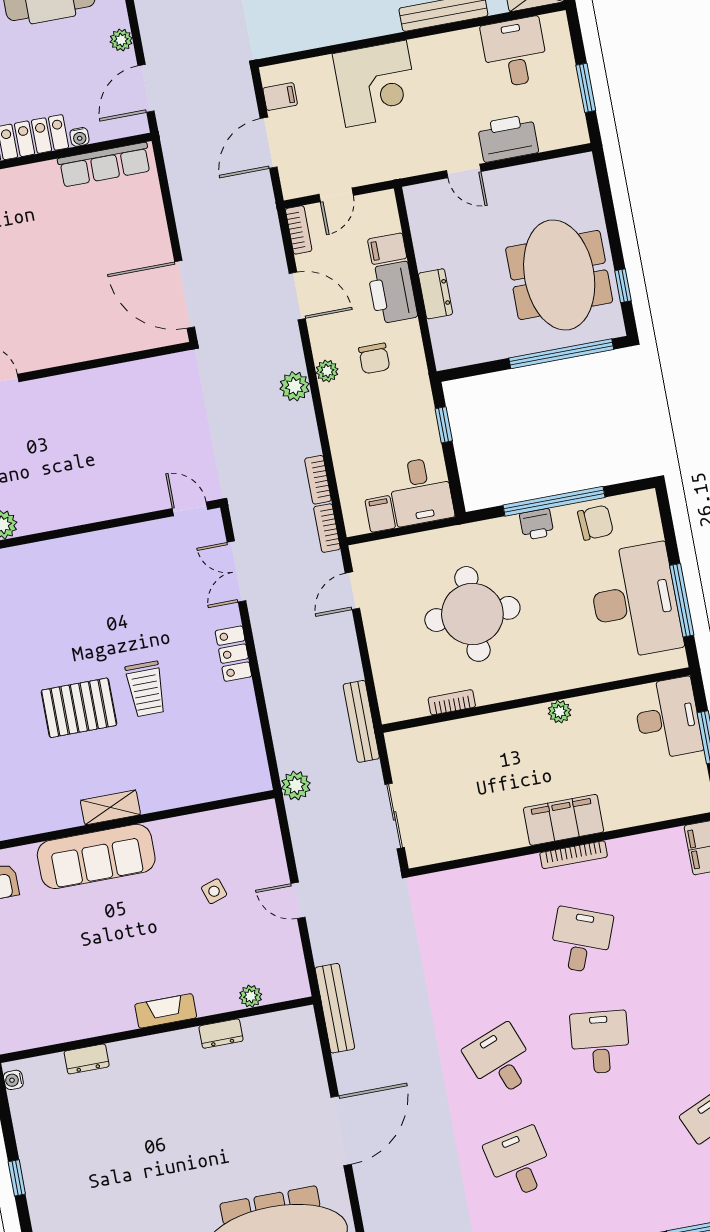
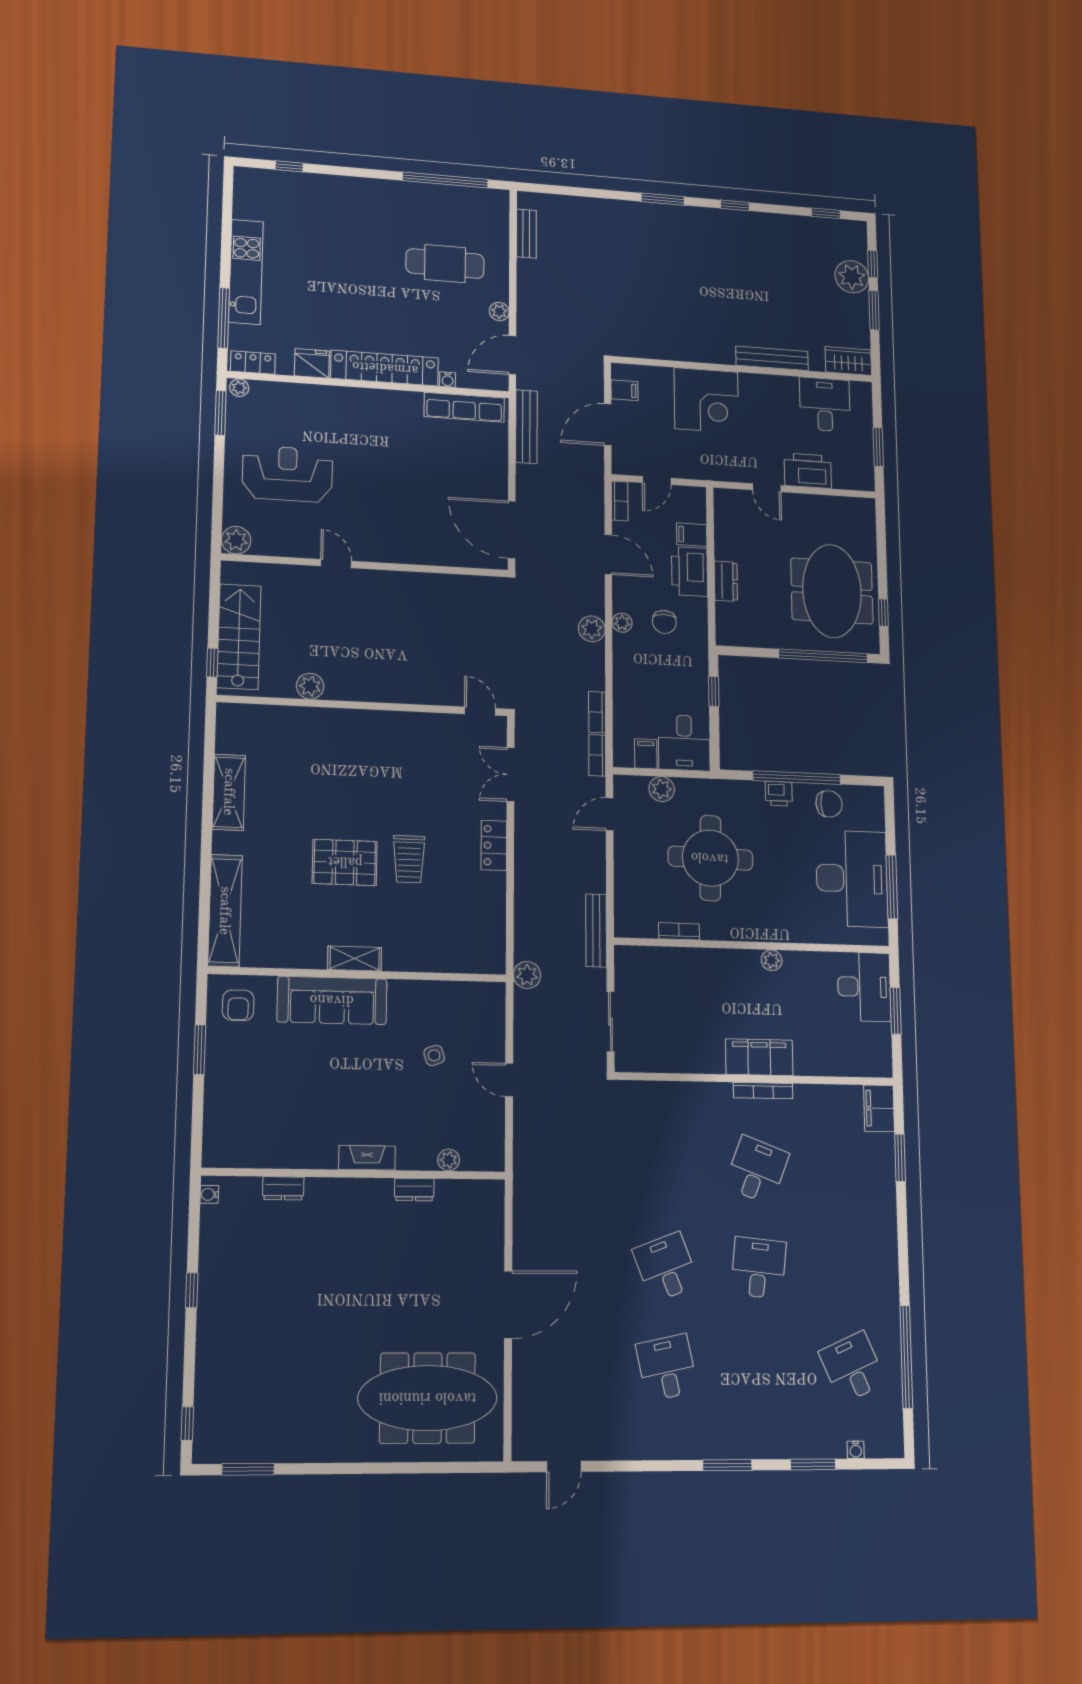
plant: (405, 549) -> (662, 789), added
bench: (335, 1008) -> (526, 427), moved

